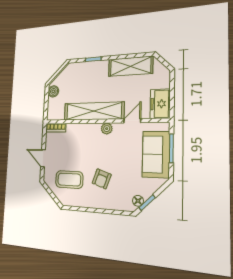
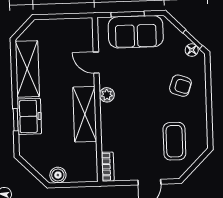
freezer: (160, 104) -> (29, 116), moved, turned -90
shelving: (94, 111) -> (85, 114), width x0.68
armchair: (102, 179) -> (180, 86), moved

